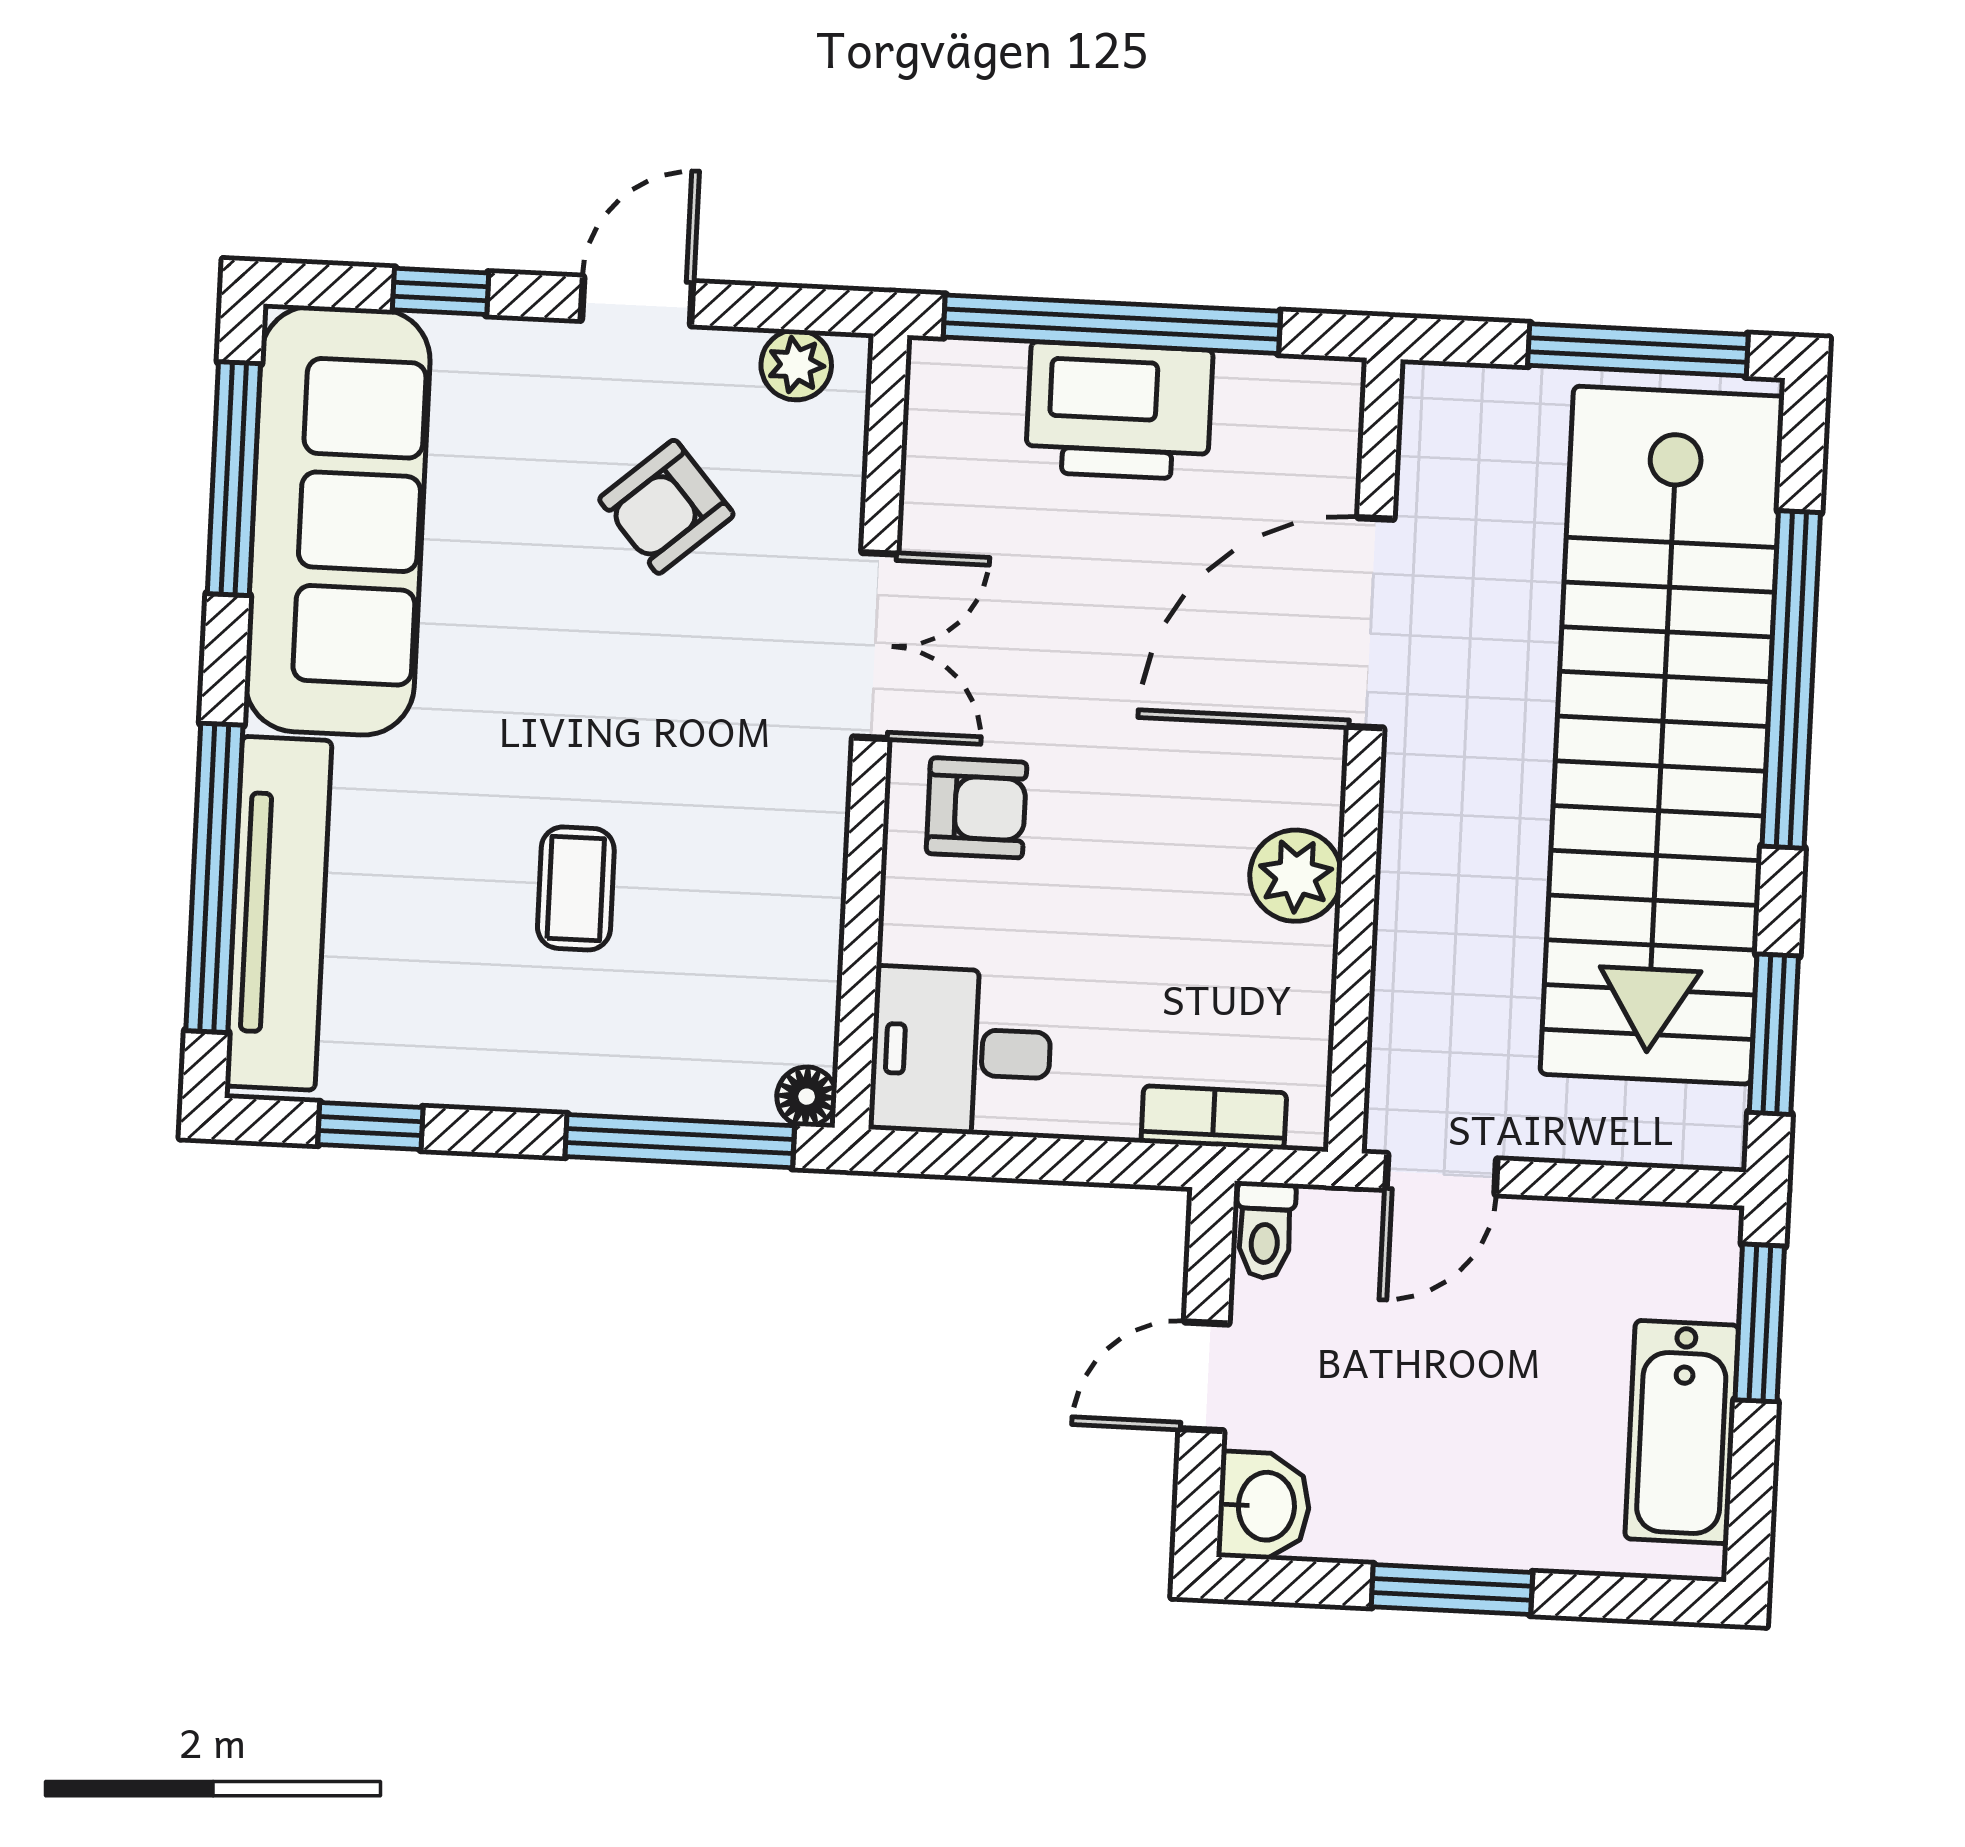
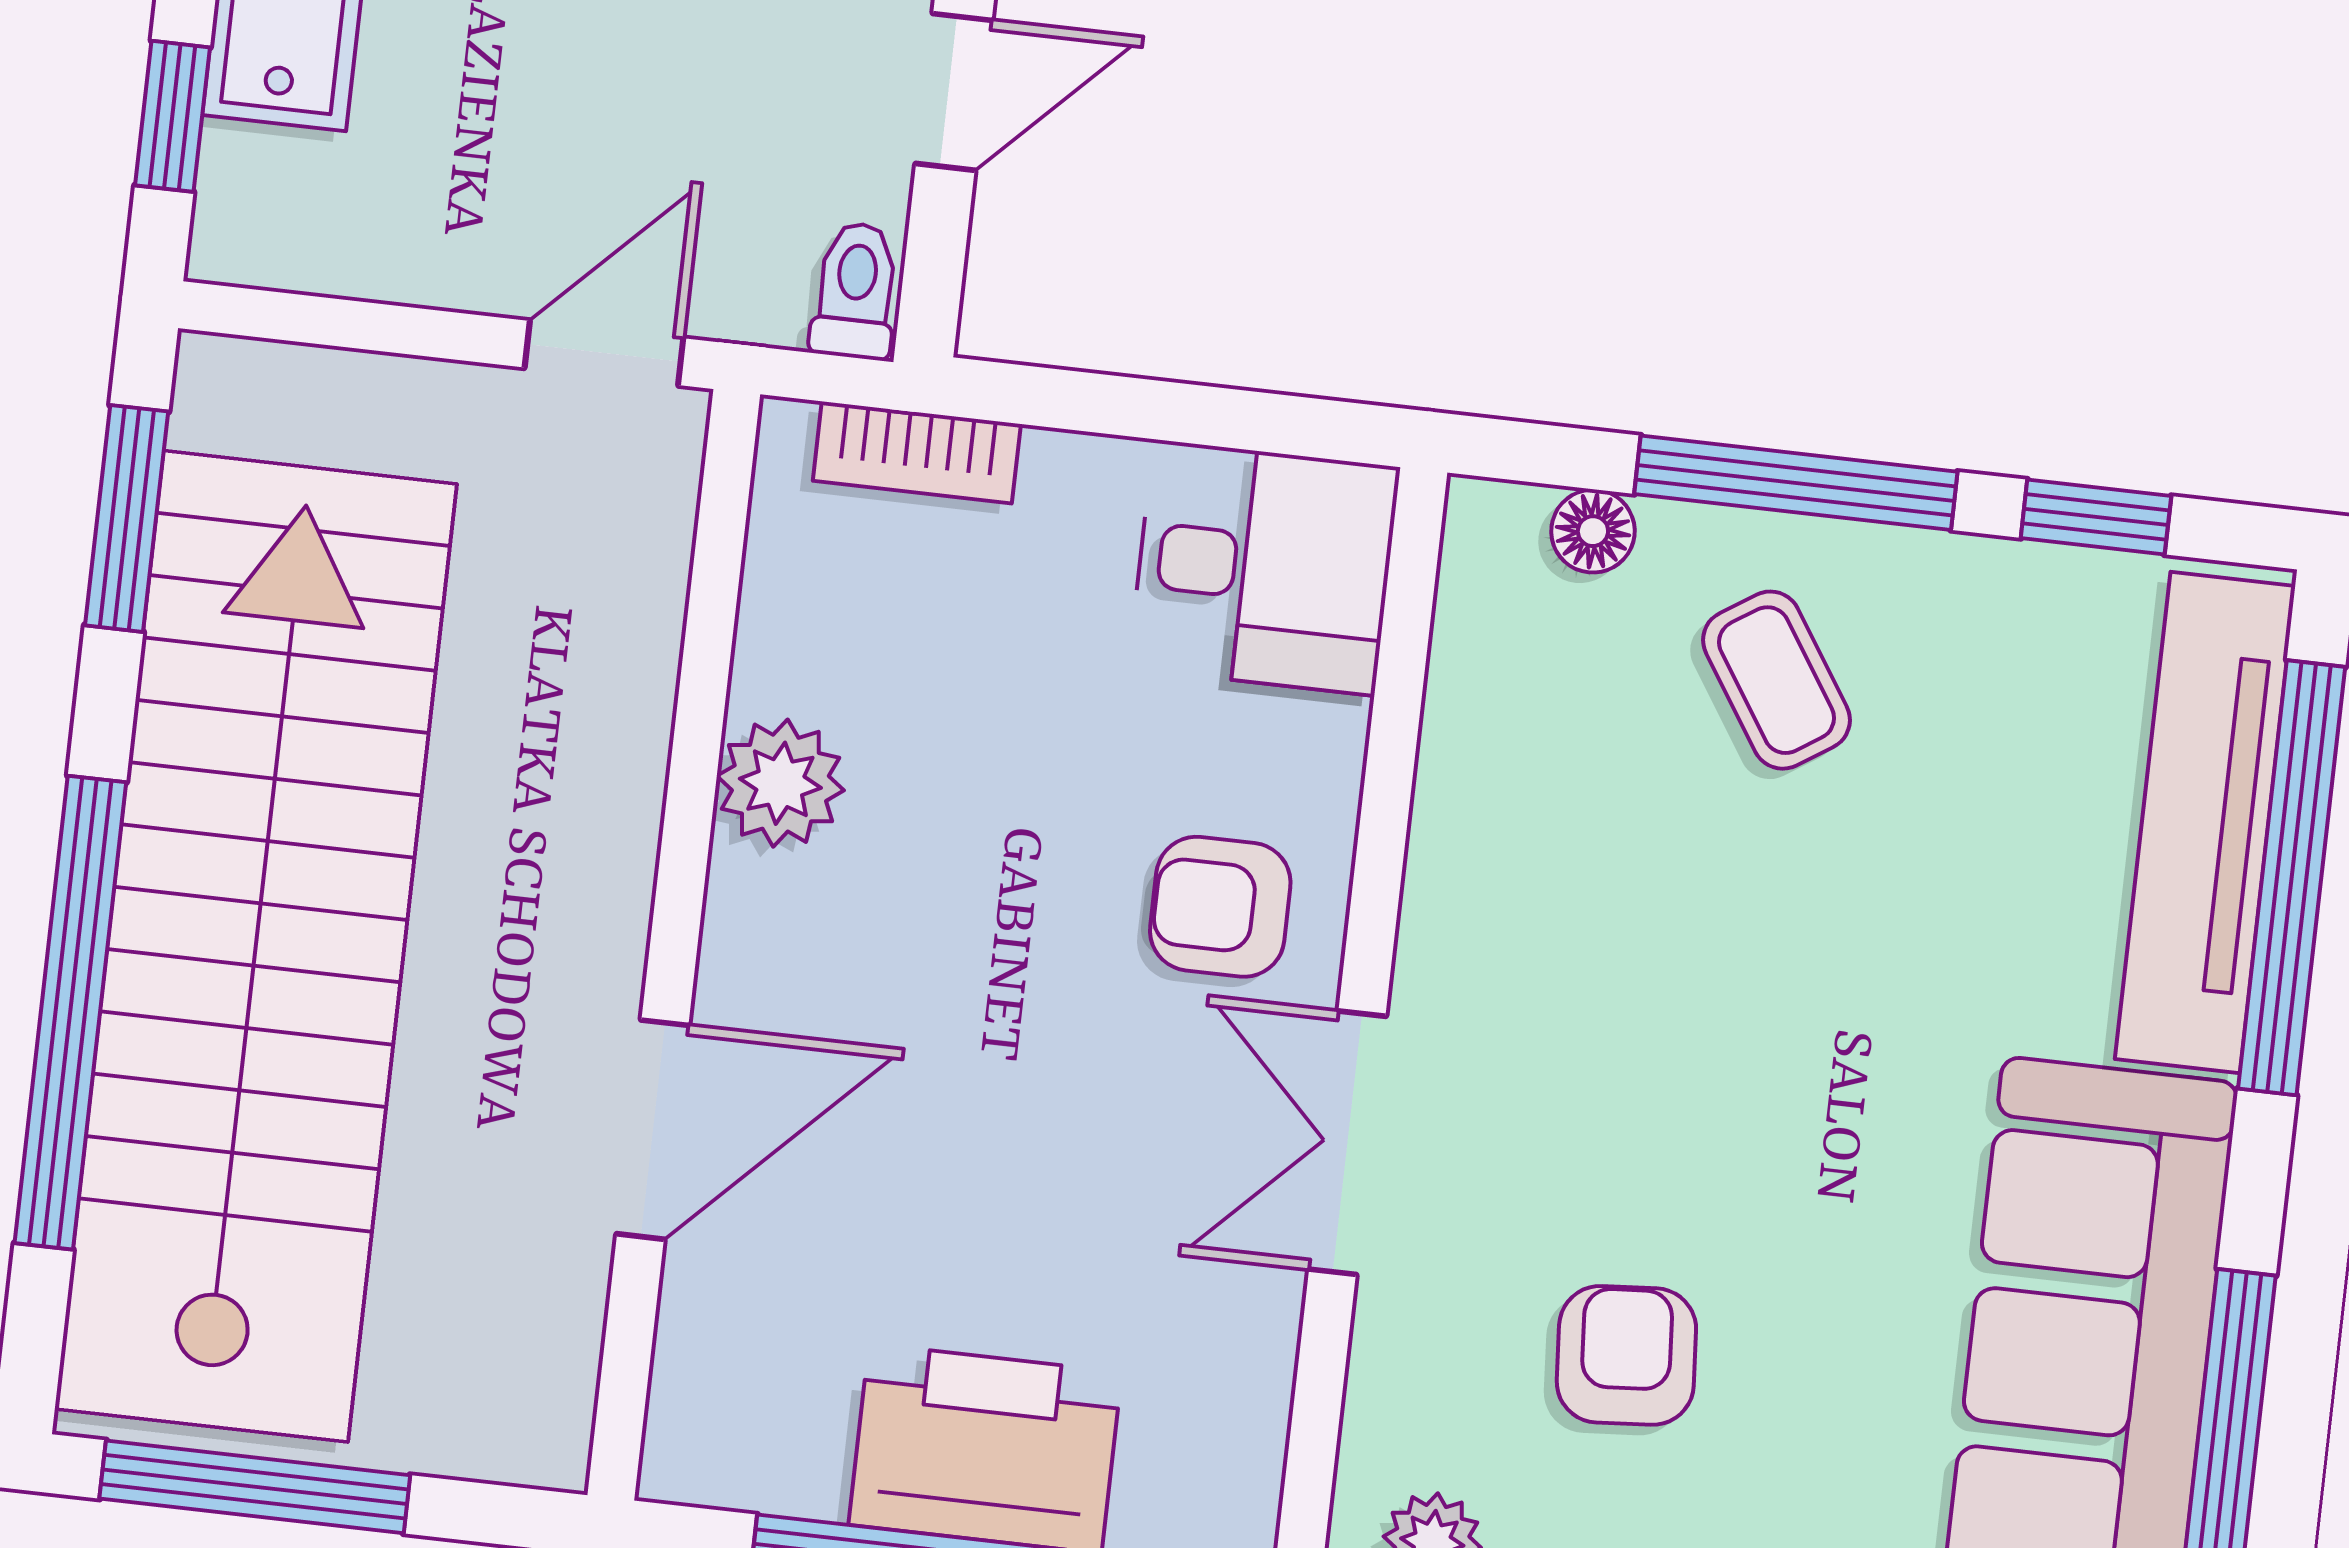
armchair: (666, 507) -> (1626, 1355), turned -53
door: (1371, 623) -> (653, 1130), width x0.73
coffee table: (576, 888) -> (1777, 680), moved, turned -33
floor lamp: (807, 1097) -> (1593, 531), moved
window: (680, 1141) -> (1796, 483), moved
window: (1760, 1323) -> (172, 116), width x0.67

